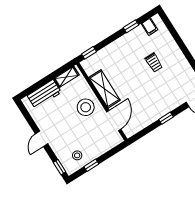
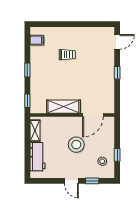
window: (131, 26) -> (27, 70), moved
stool: (86, 107) -> (76, 145), moved
door: (114, 120) -> (93, 115), swing flipped
window: (59, 167) -> (92, 181), moved

